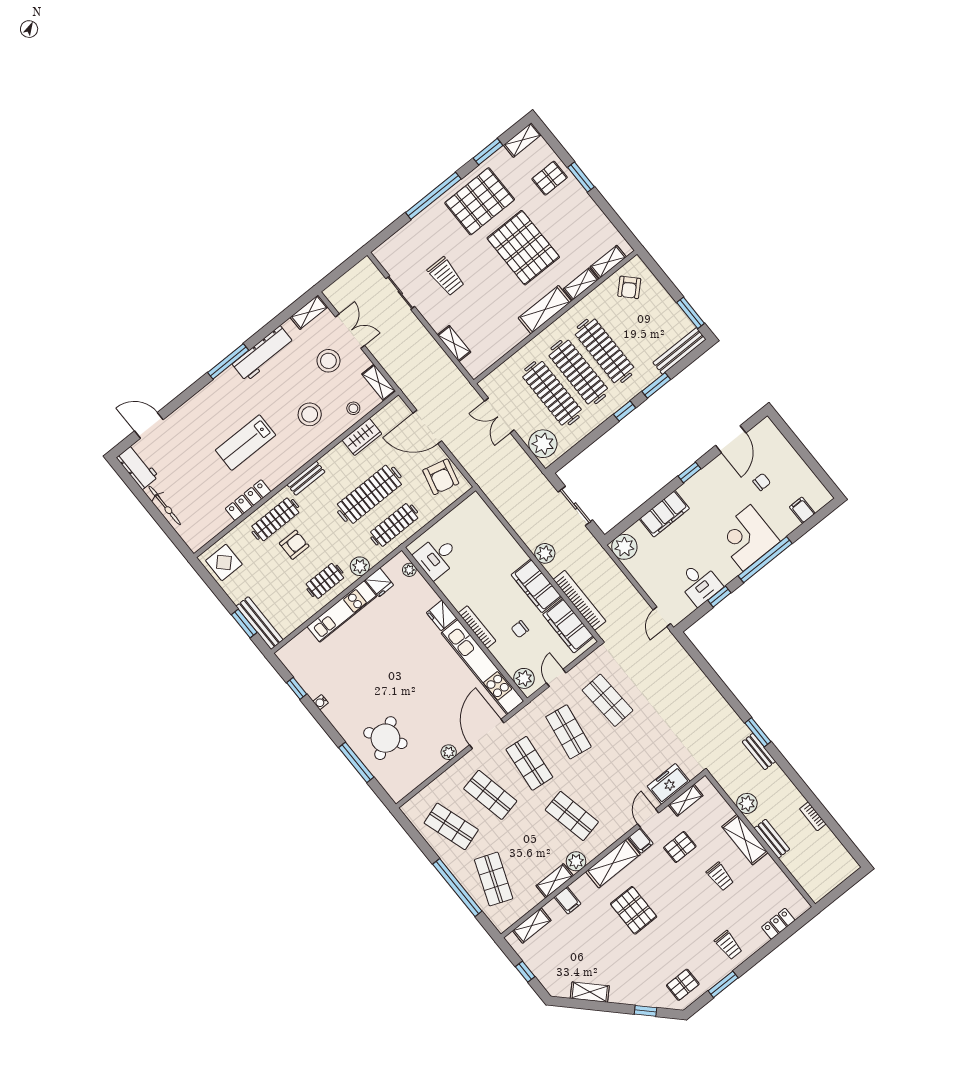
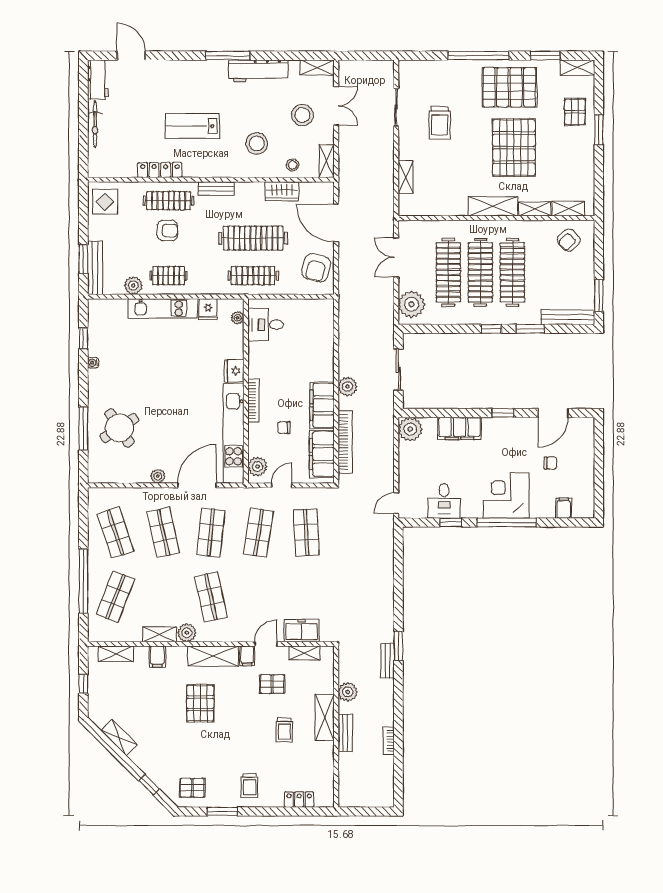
pallet: (550, 178) -> (575, 112), turned 90
plant: (360, 566) -> (133, 286), moved

